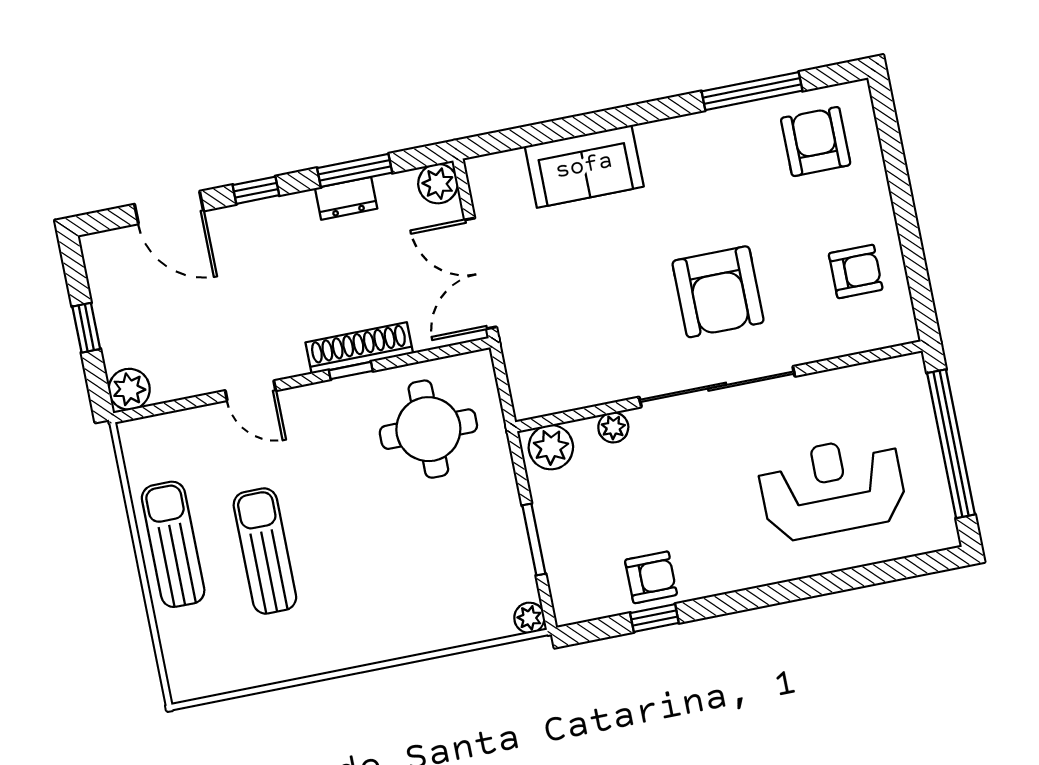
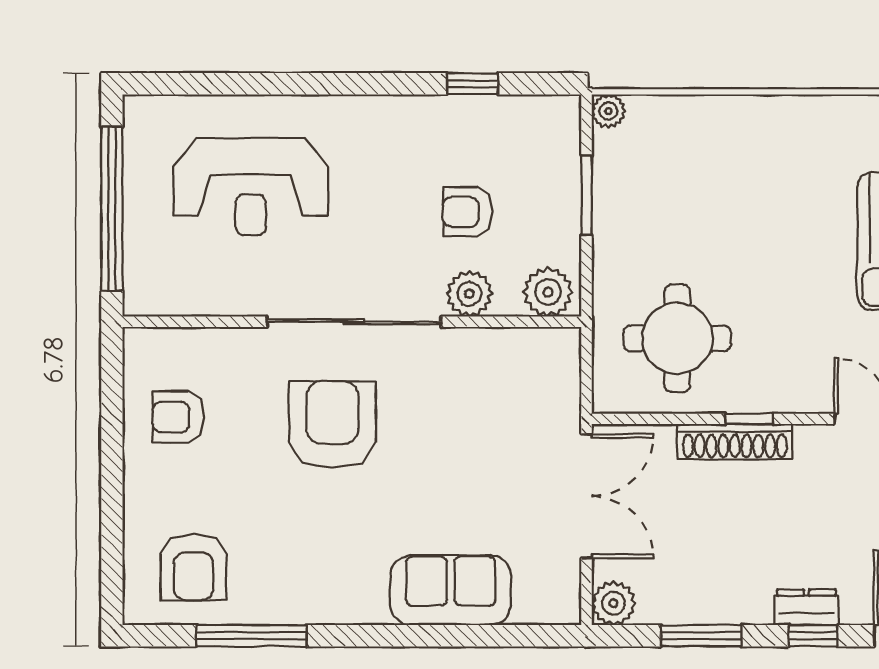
dresser: (346, 198) -> (806, 607), moved
plant: (613, 427) -> (470, 294), width x1.38, depth x1.38
armchair: (651, 577) -> (468, 212), moved

